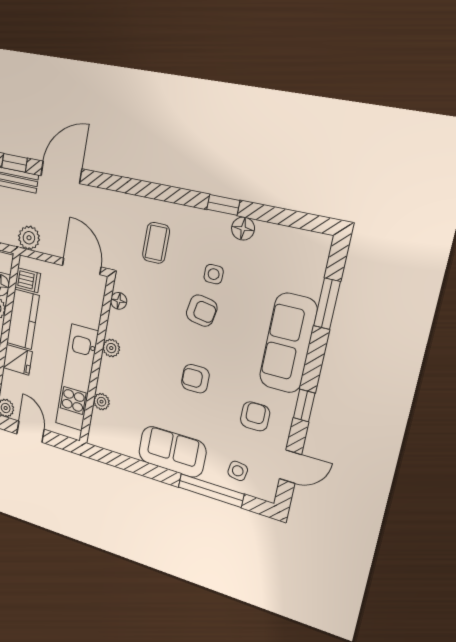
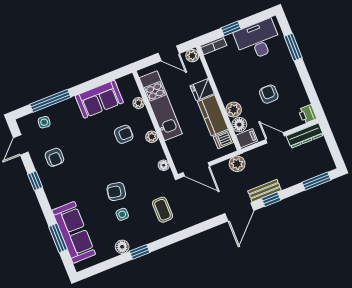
sofa: (288, 343) -> (74, 232), moved
armchair: (195, 379) -> (124, 134), moved
sofa: (172, 452) -> (99, 99), moved

